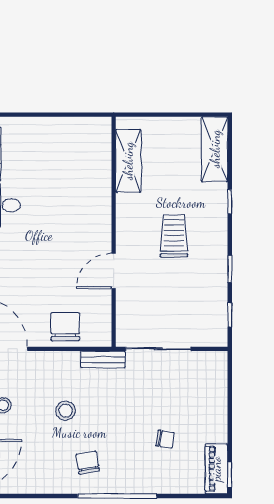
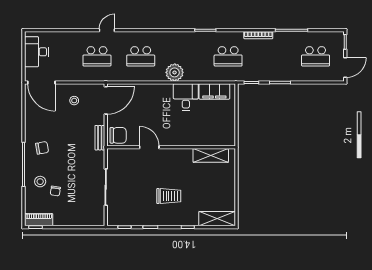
shelving: (128, 161) -> (211, 155), moved
wall: (114, 232) -> (171, 147), moved
door: (114, 271) -> (149, 147), moved
bench: (103, 359) -> (100, 138), moved
stool: (66, 411) -> (40, 182), moved

